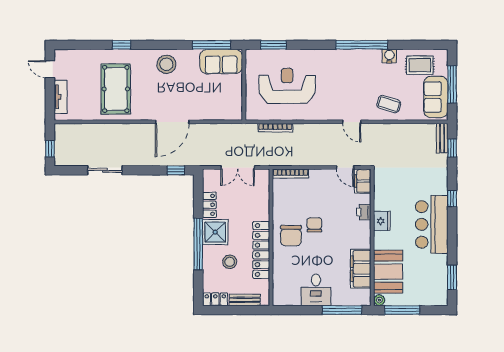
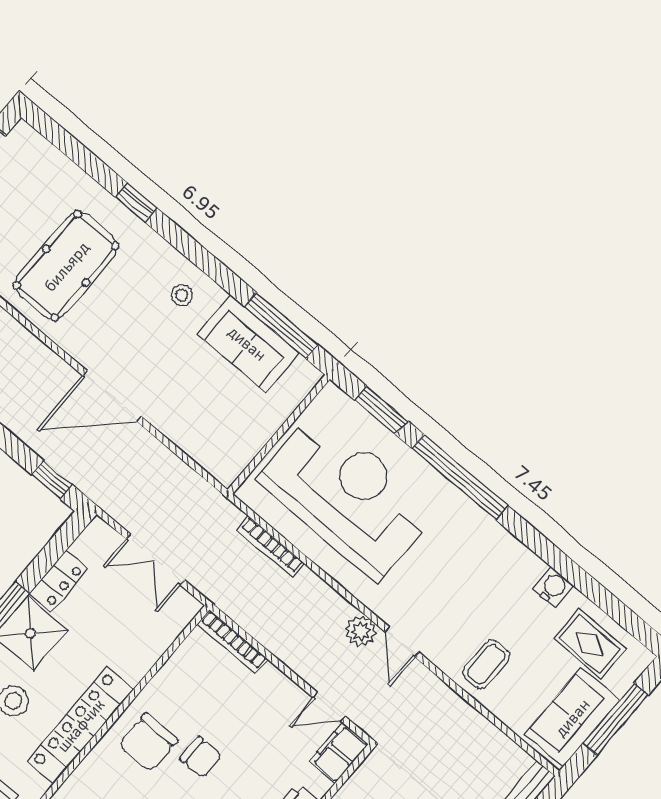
window: (362, 45) -> (460, 477), moved
sofa: (221, 61) -> (248, 343), moved
stool: (166, 64) -> (182, 295), width x0.53, depth x0.53
reception desk: (287, 86) -> (347, 495), width x1.36, depth x1.30
coffee table: (389, 104) -> (486, 664), turned 74
plant: (333, 131) -> (361, 631), added
door: (345, 167) -> (329, 707), hinge flipped
chair: (314, 225) -> (201, 757), turned 90

